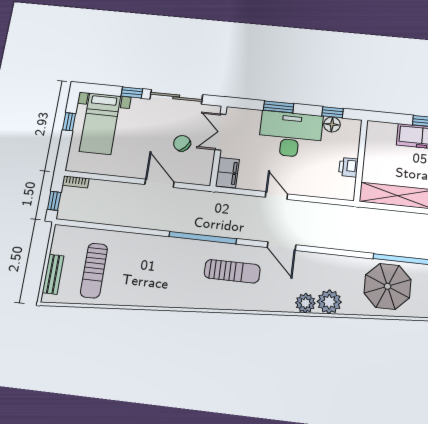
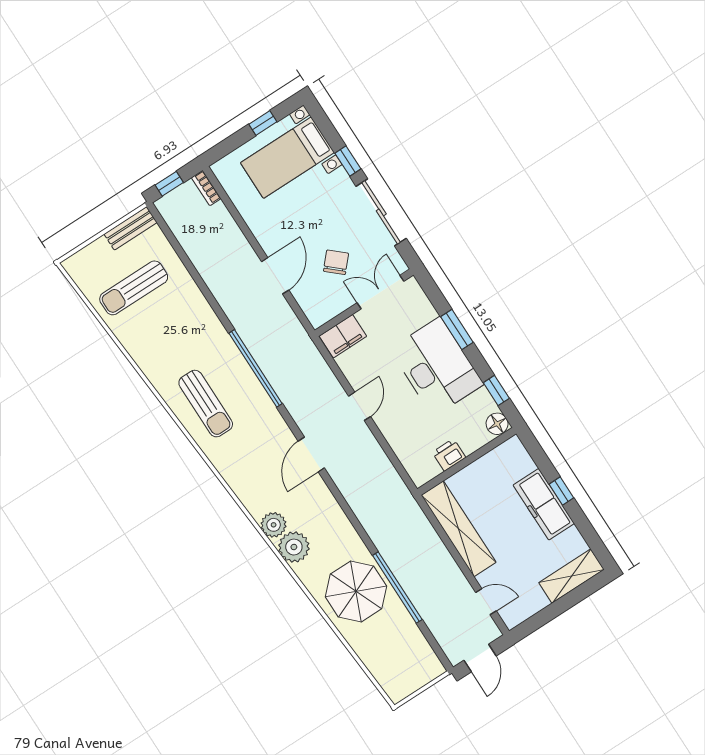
floor lamp: (332, 124) -> (497, 424), moved
sun lounger: (232, 271) -> (206, 404), moved
bench: (53, 274) -> (131, 228), moved

